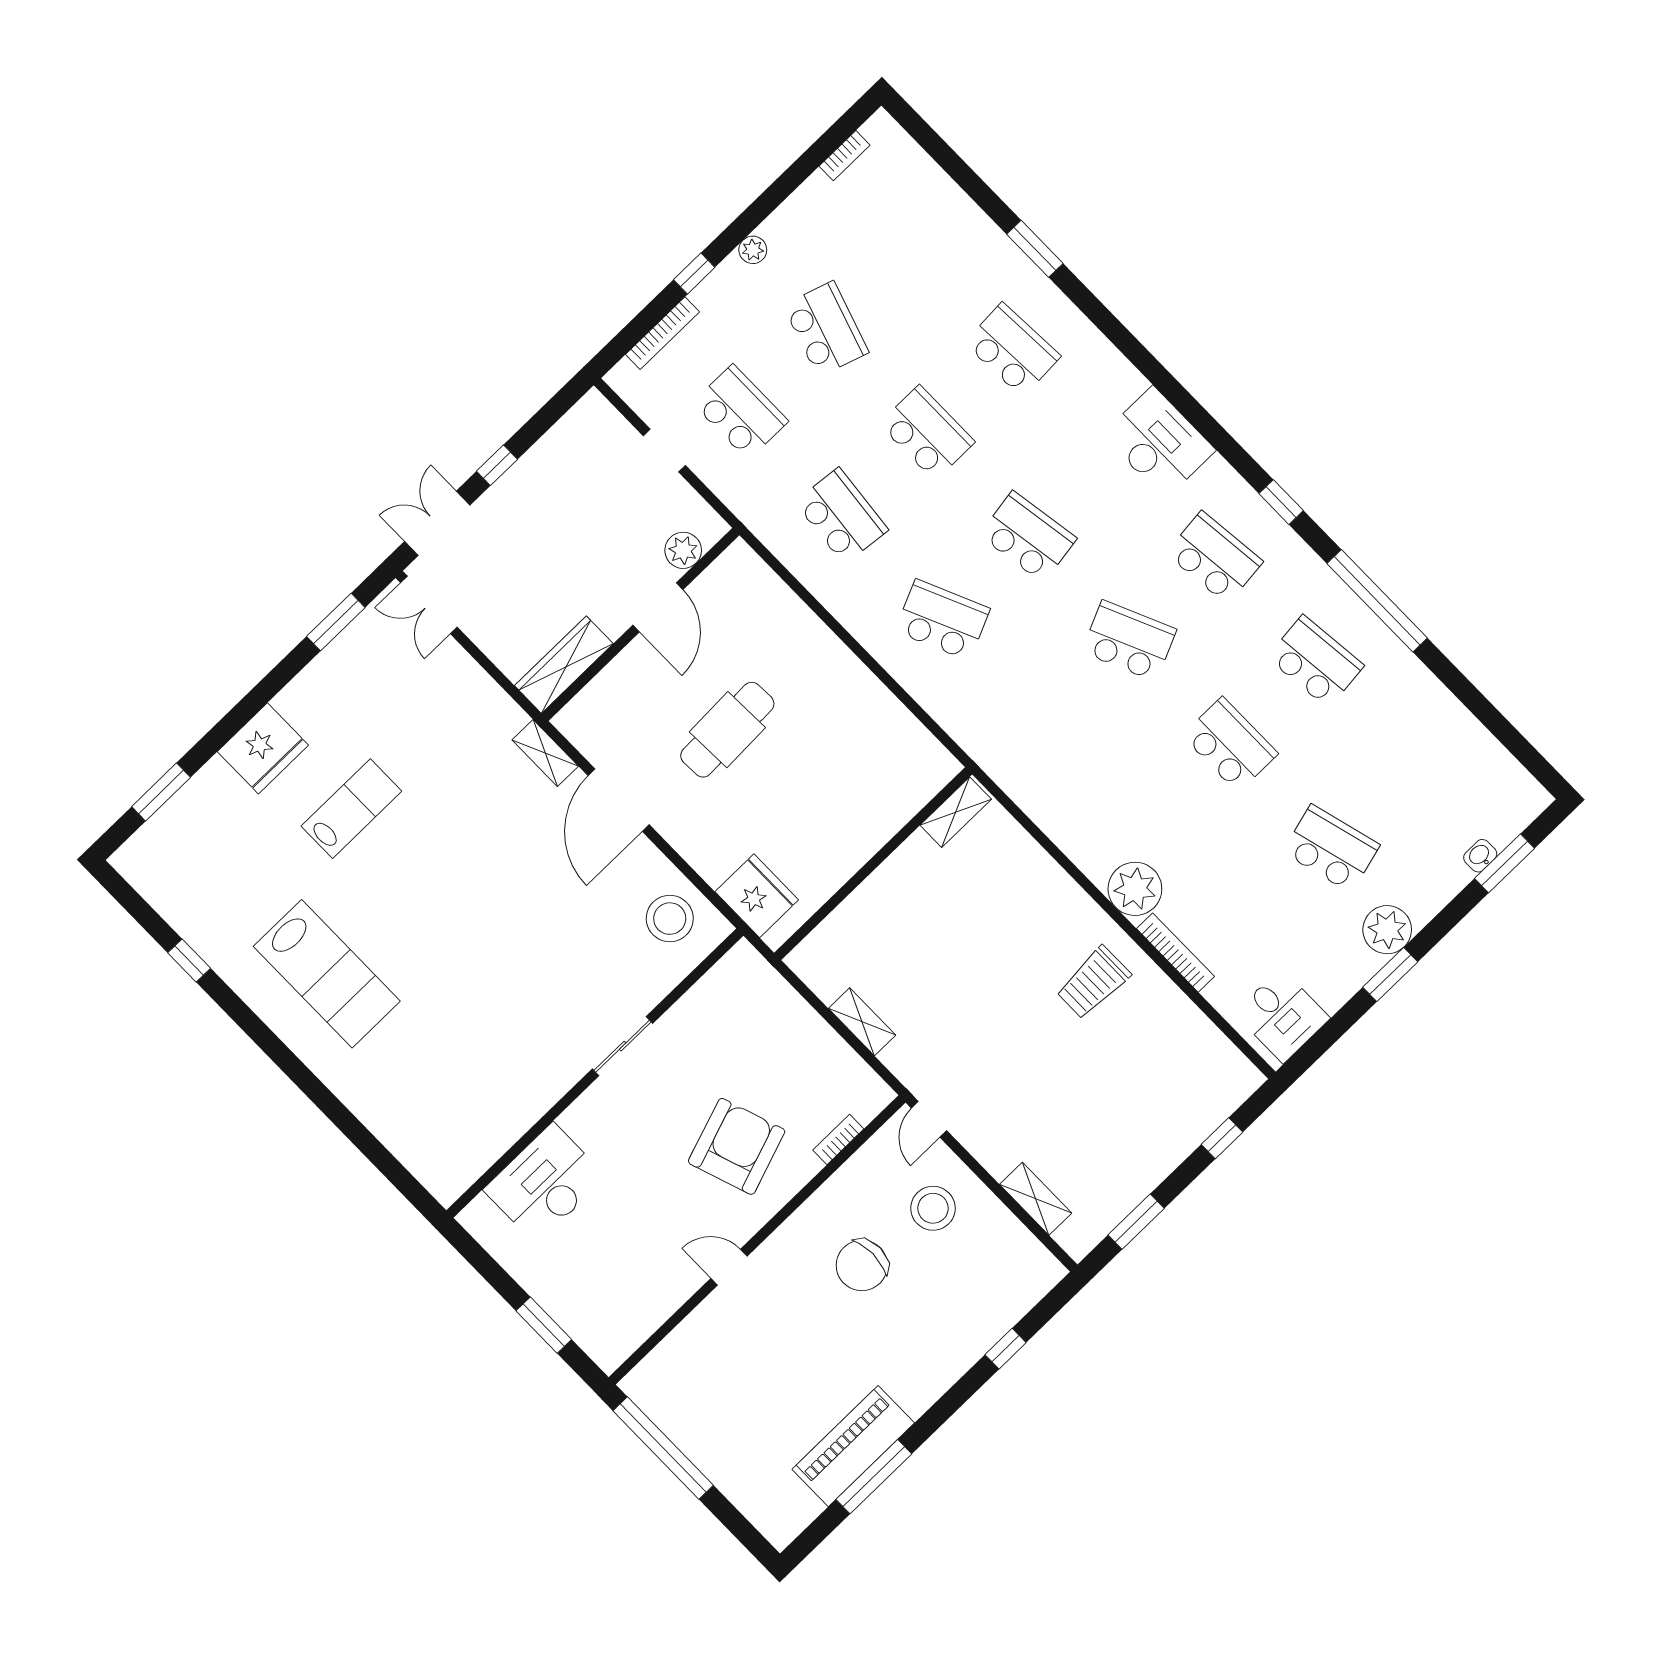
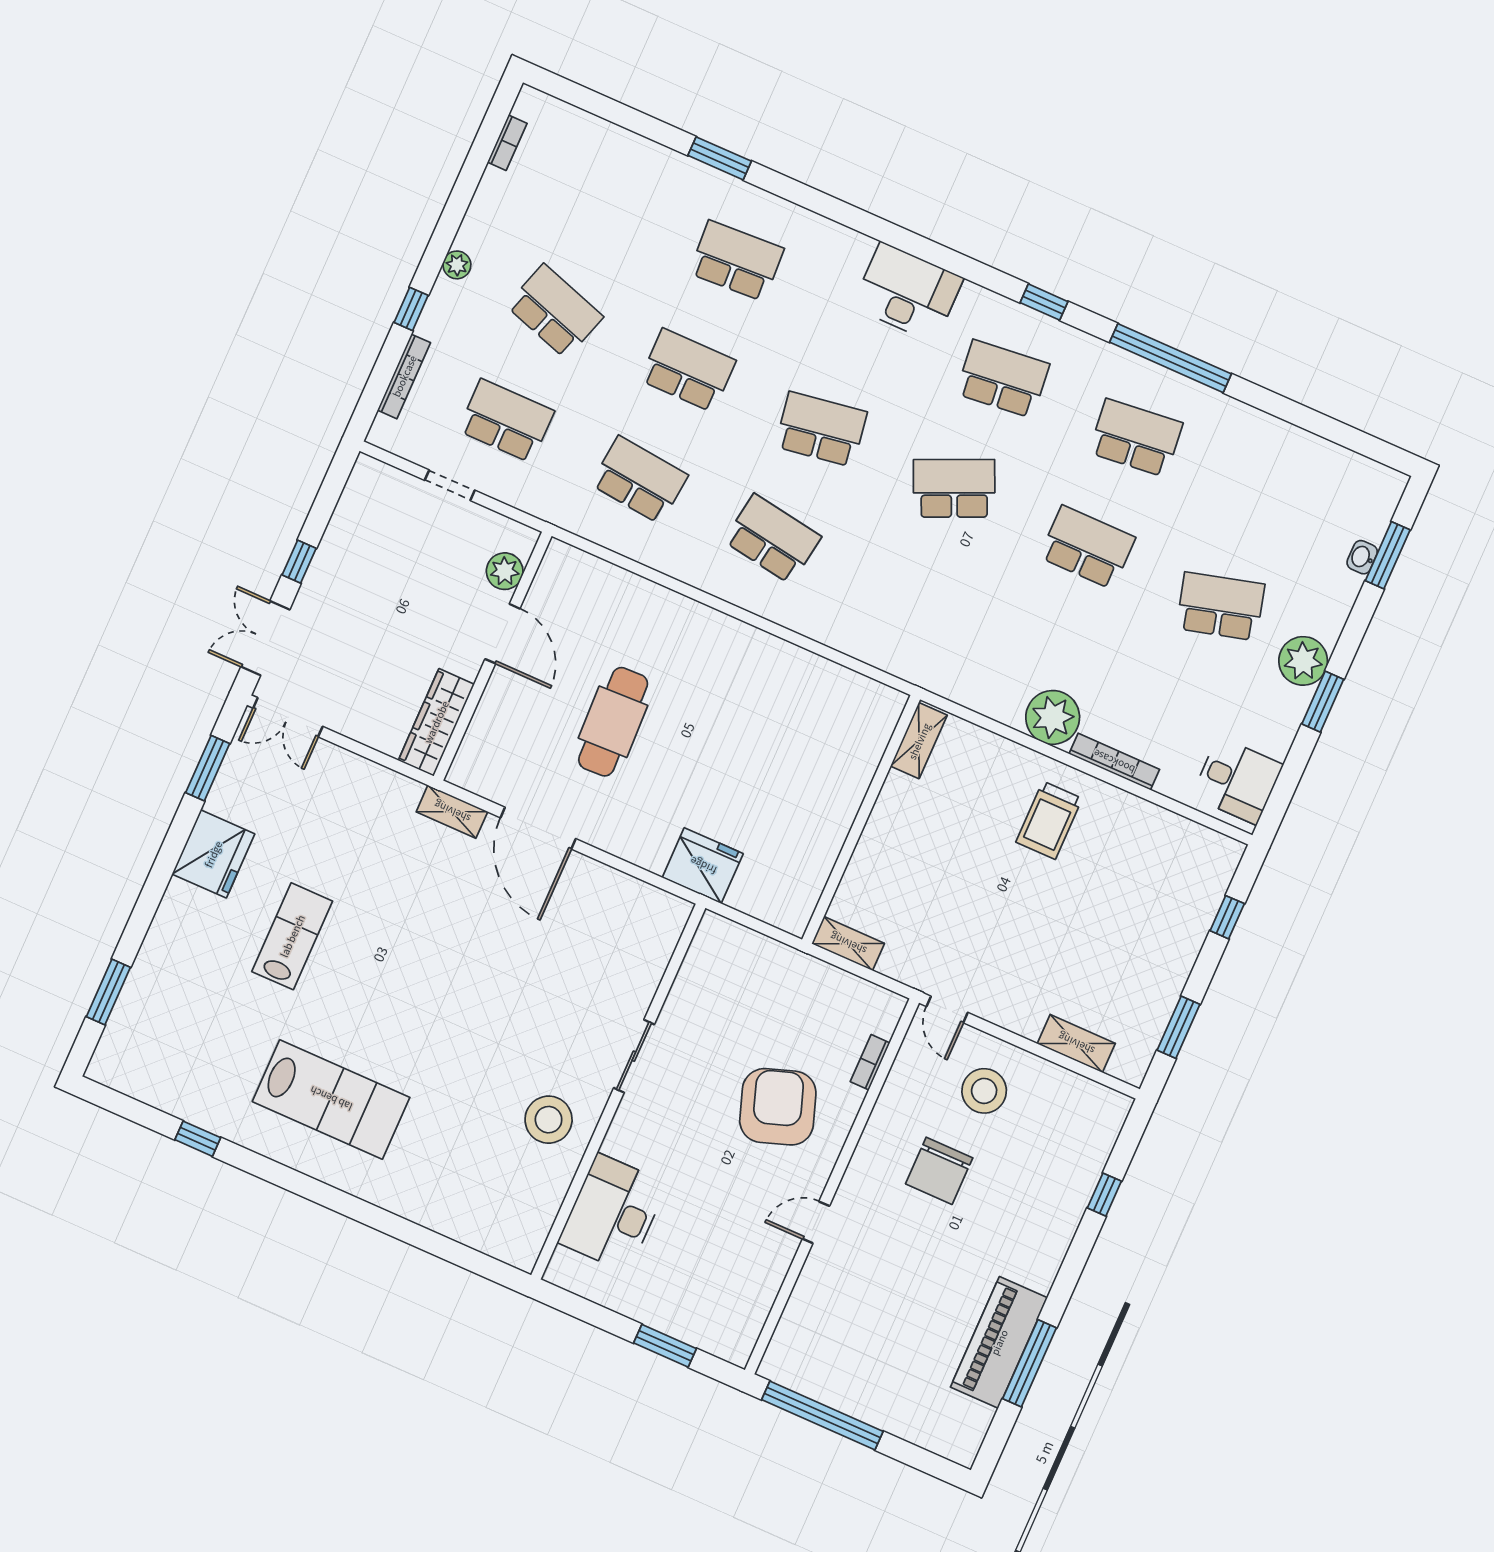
school desk: (943, 620) -> (772, 539), turned 33
fridge: (263, 748) -> (213, 854), moved
shelving: (956, 812) -> (919, 741), moved
wall: (873, 864) -> (861, 819), moved
stool: (670, 919) -> (549, 1120), moved

